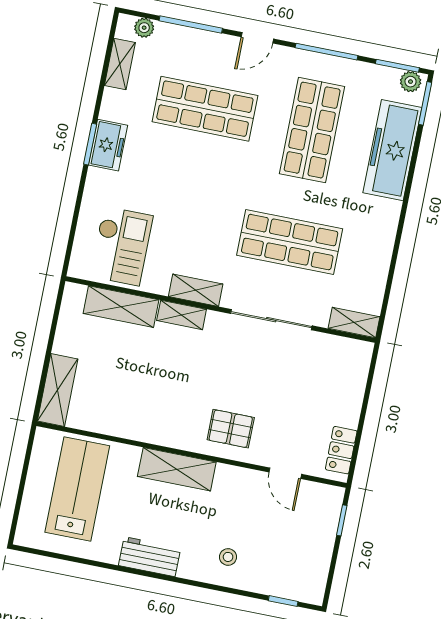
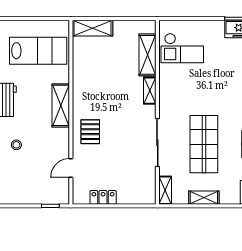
shelving: (196, 290) -> (204, 198), moved, turned 90
locker: (341, 450) -> (103, 197), moved

